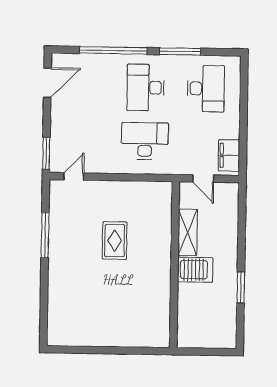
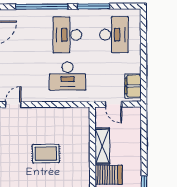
desk: (145, 141) -> (68, 76), turned 180
rug: (115, 241) -> (46, 154), turned 90

